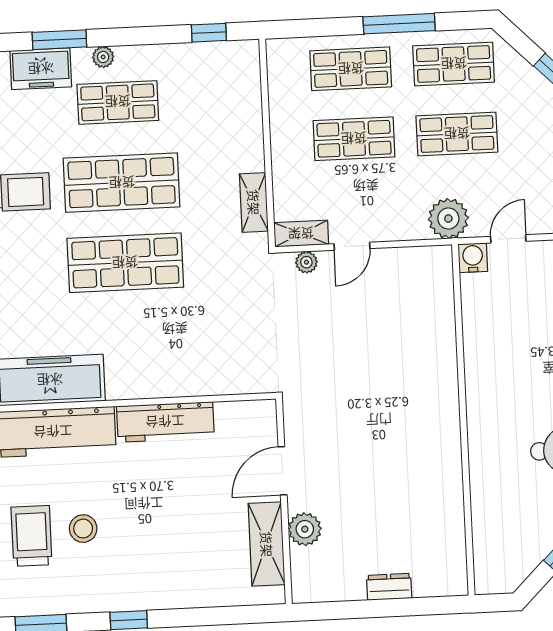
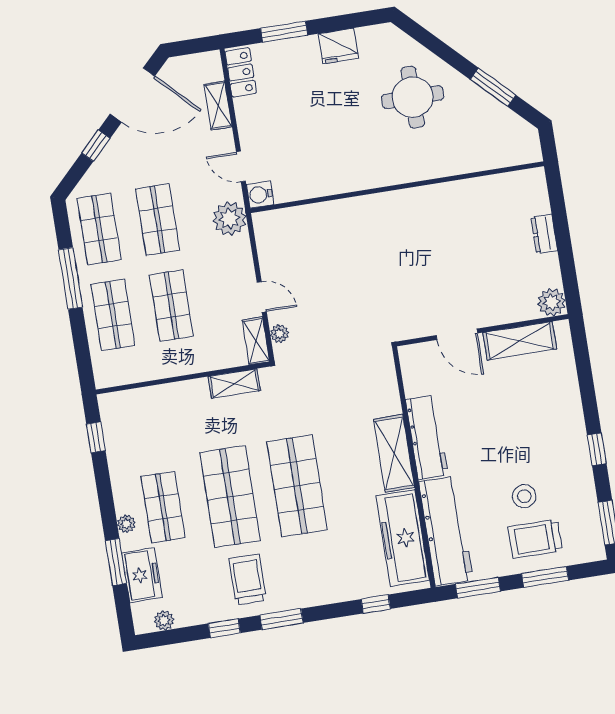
shelving: (151, 381) -> (394, 453), added
plant: (305, 529) -> (552, 302), moved

